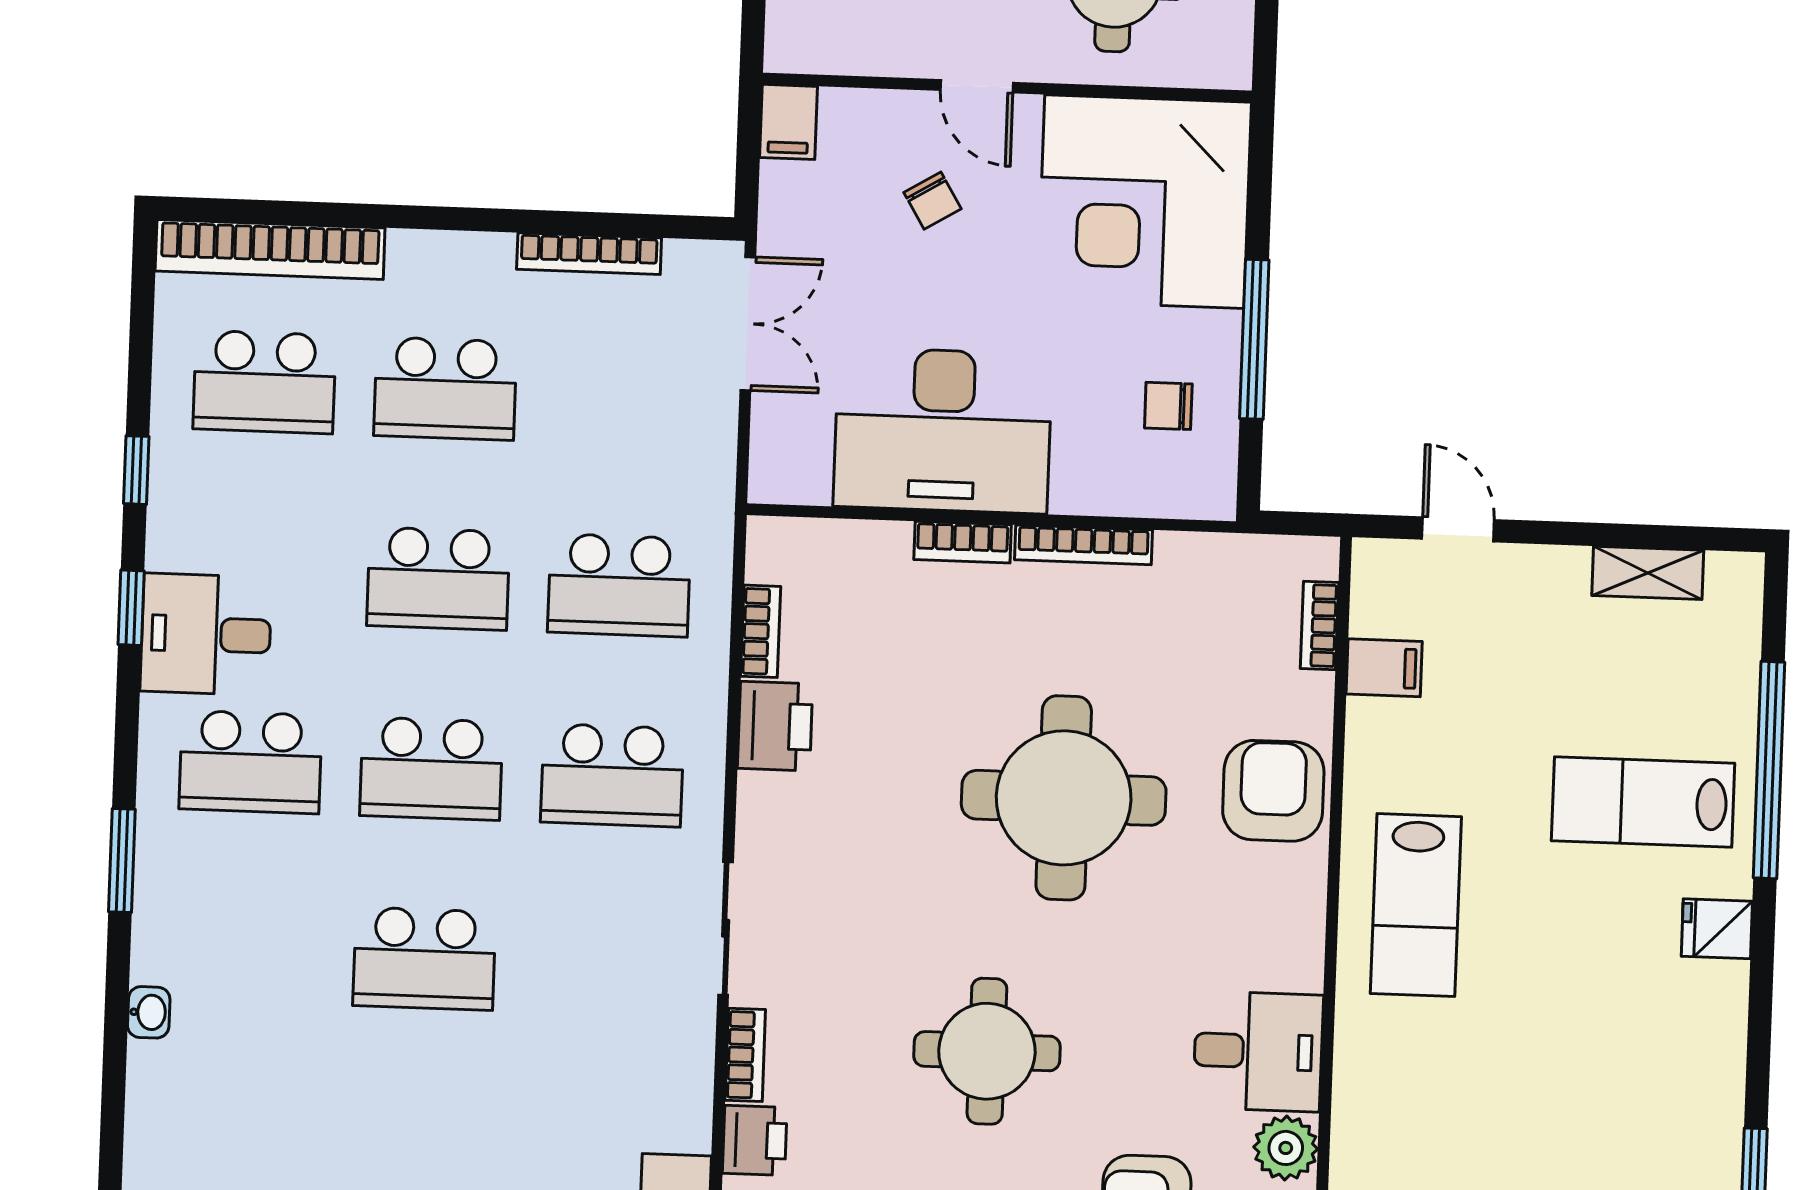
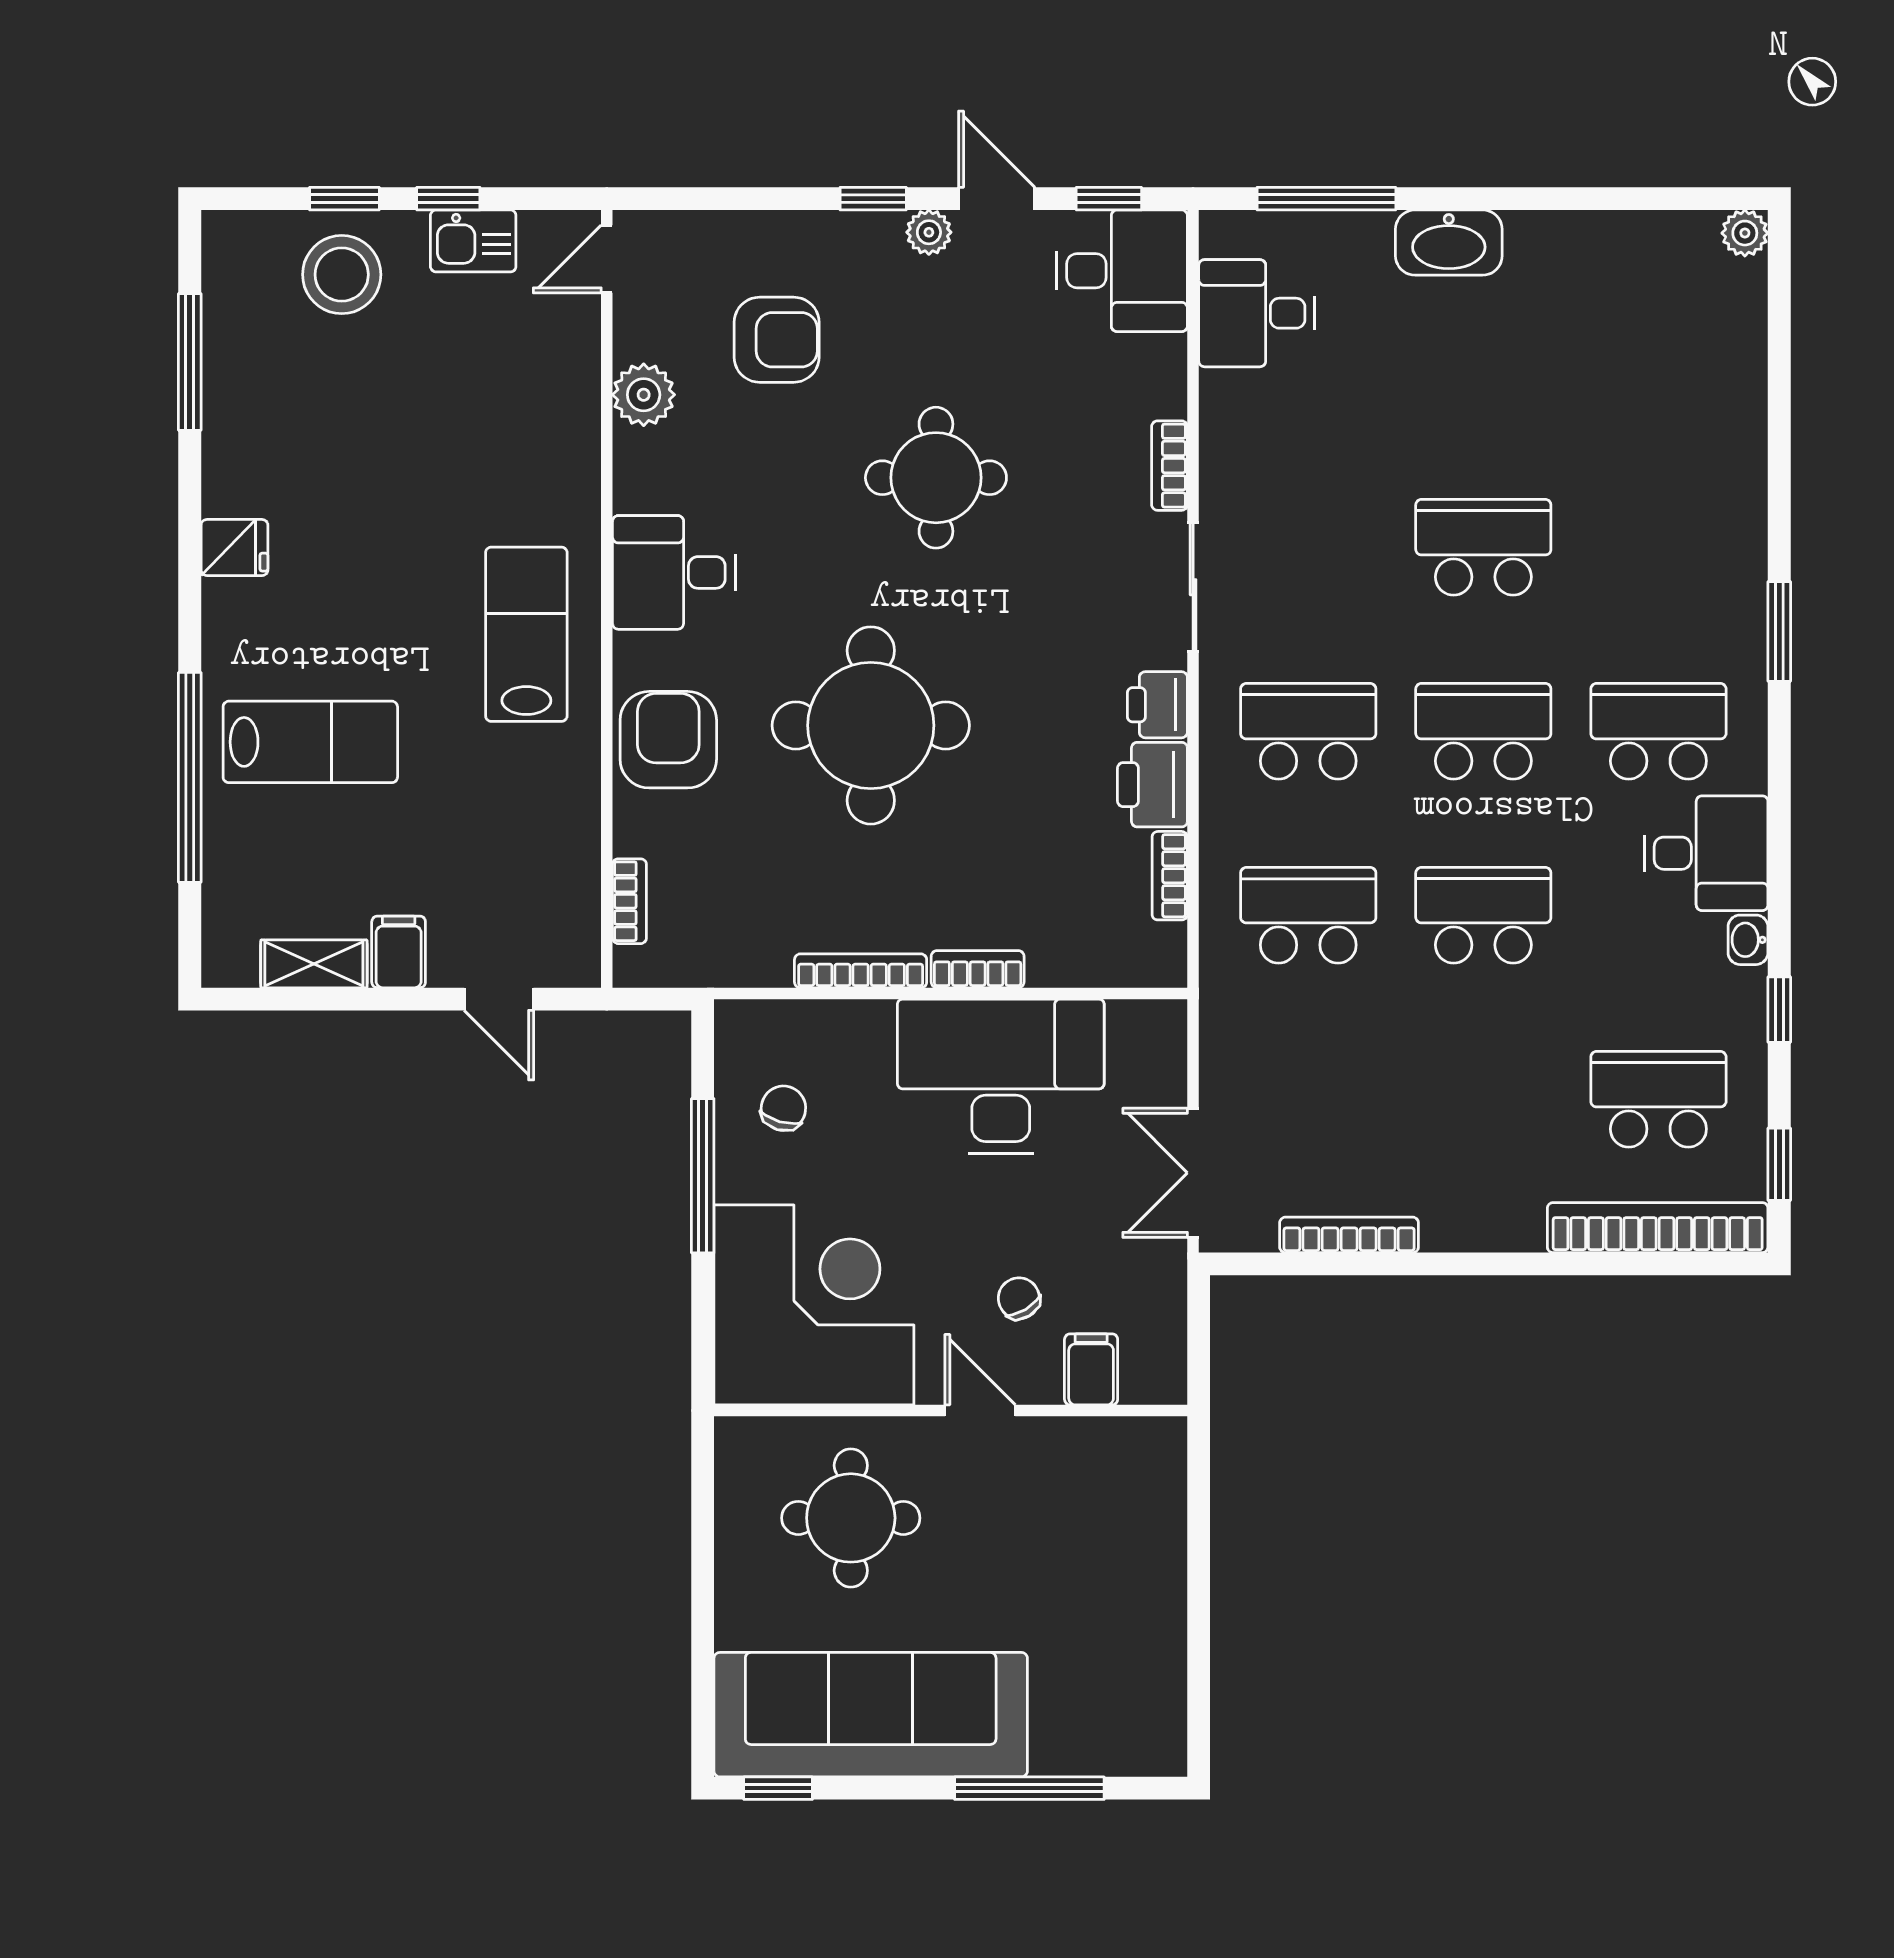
filing cabinet: (789, 122) -> (1091, 1369), moved
school desk: (445, 389) -> (1483, 1099), removed
chair: (1168, 406) -> (783, 1108), turned -74
window: (131, 608) -> (1779, 1164), moved
filing cabinet: (1384, 668) -> (399, 952), moved, turned 90
armchair: (1273, 791) -> (668, 740), turned 180
fridge: (1717, 929) -> (234, 548), moved
washbasin: (149, 1012) -> (1748, 940), moved
desk: (1258, 1051) -> (674, 572), moved
printer: (755, 1140) -> (1157, 705), moved

